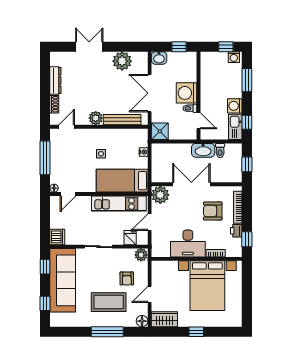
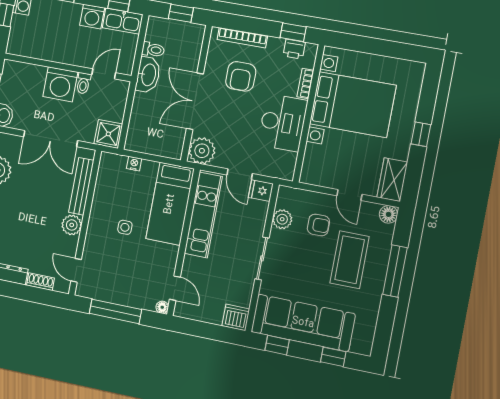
printer: (236, 231) -> (294, 49), moved
fridge: (130, 238) -> (261, 191), moved
plant: (141, 255) -> (282, 219), moved

